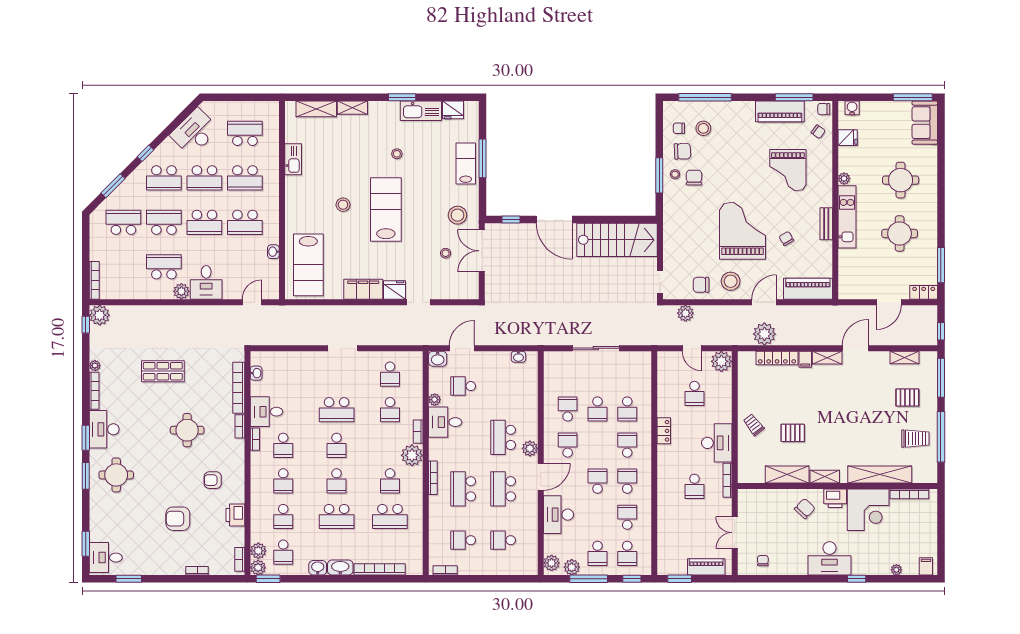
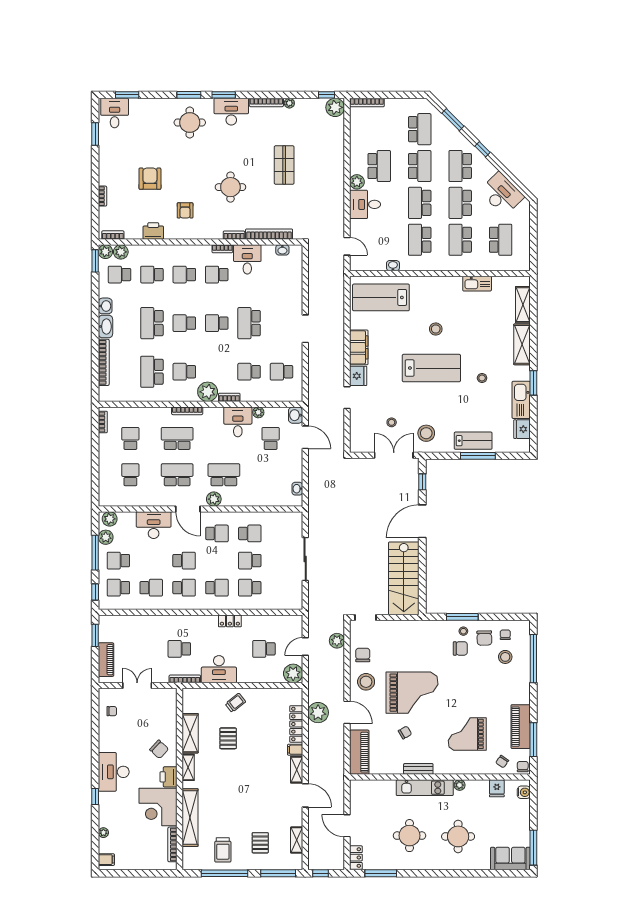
shelving: (352, 108) -> (522, 344), width x1.50, depth x1.33
armchair: (213, 480) -> (185, 210), turned 180

